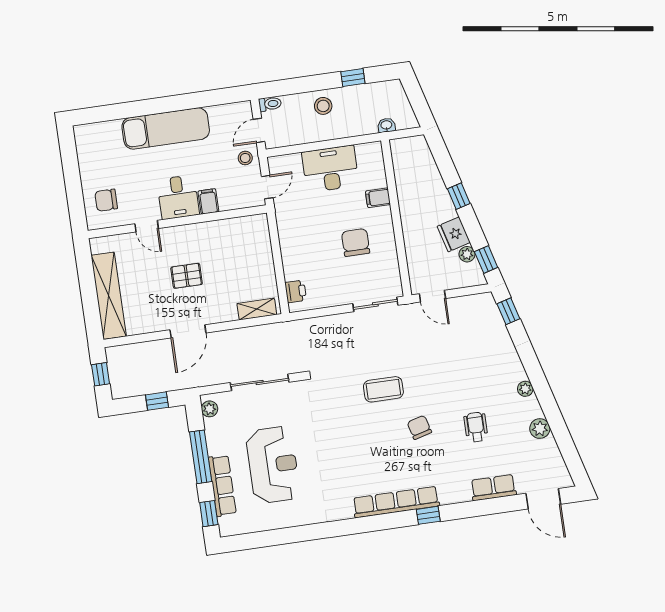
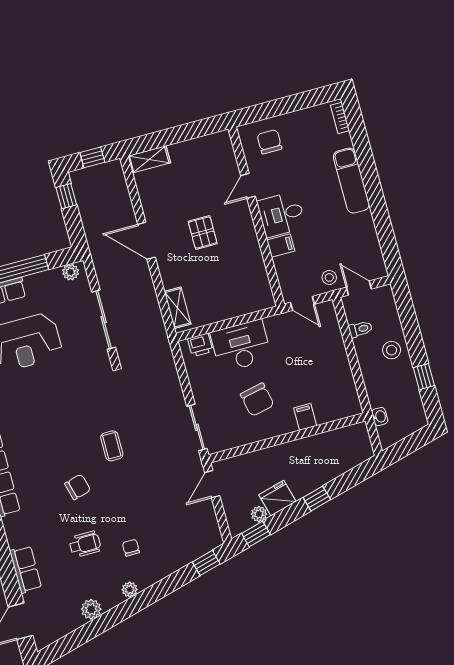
toilet: (270, 104) -> (360, 329), moved, turned -90
exam couch: (166, 128) -> (351, 181), width x0.73, depth x0.69
bookcase: (91, 129) -> (340, 118), added
desk: (330, 169) -> (241, 346), moved, turned -90
chair: (356, 242) -> (257, 400), turned 78
shelving: (109, 296) -> (149, 159), width x0.45, depth x0.75
chair: (485, 383) -> (131, 548), added
coffee table: (383, 389) -> (112, 446), width x0.73, depth x0.77
window: (157, 401) -> (66, 196), moved

